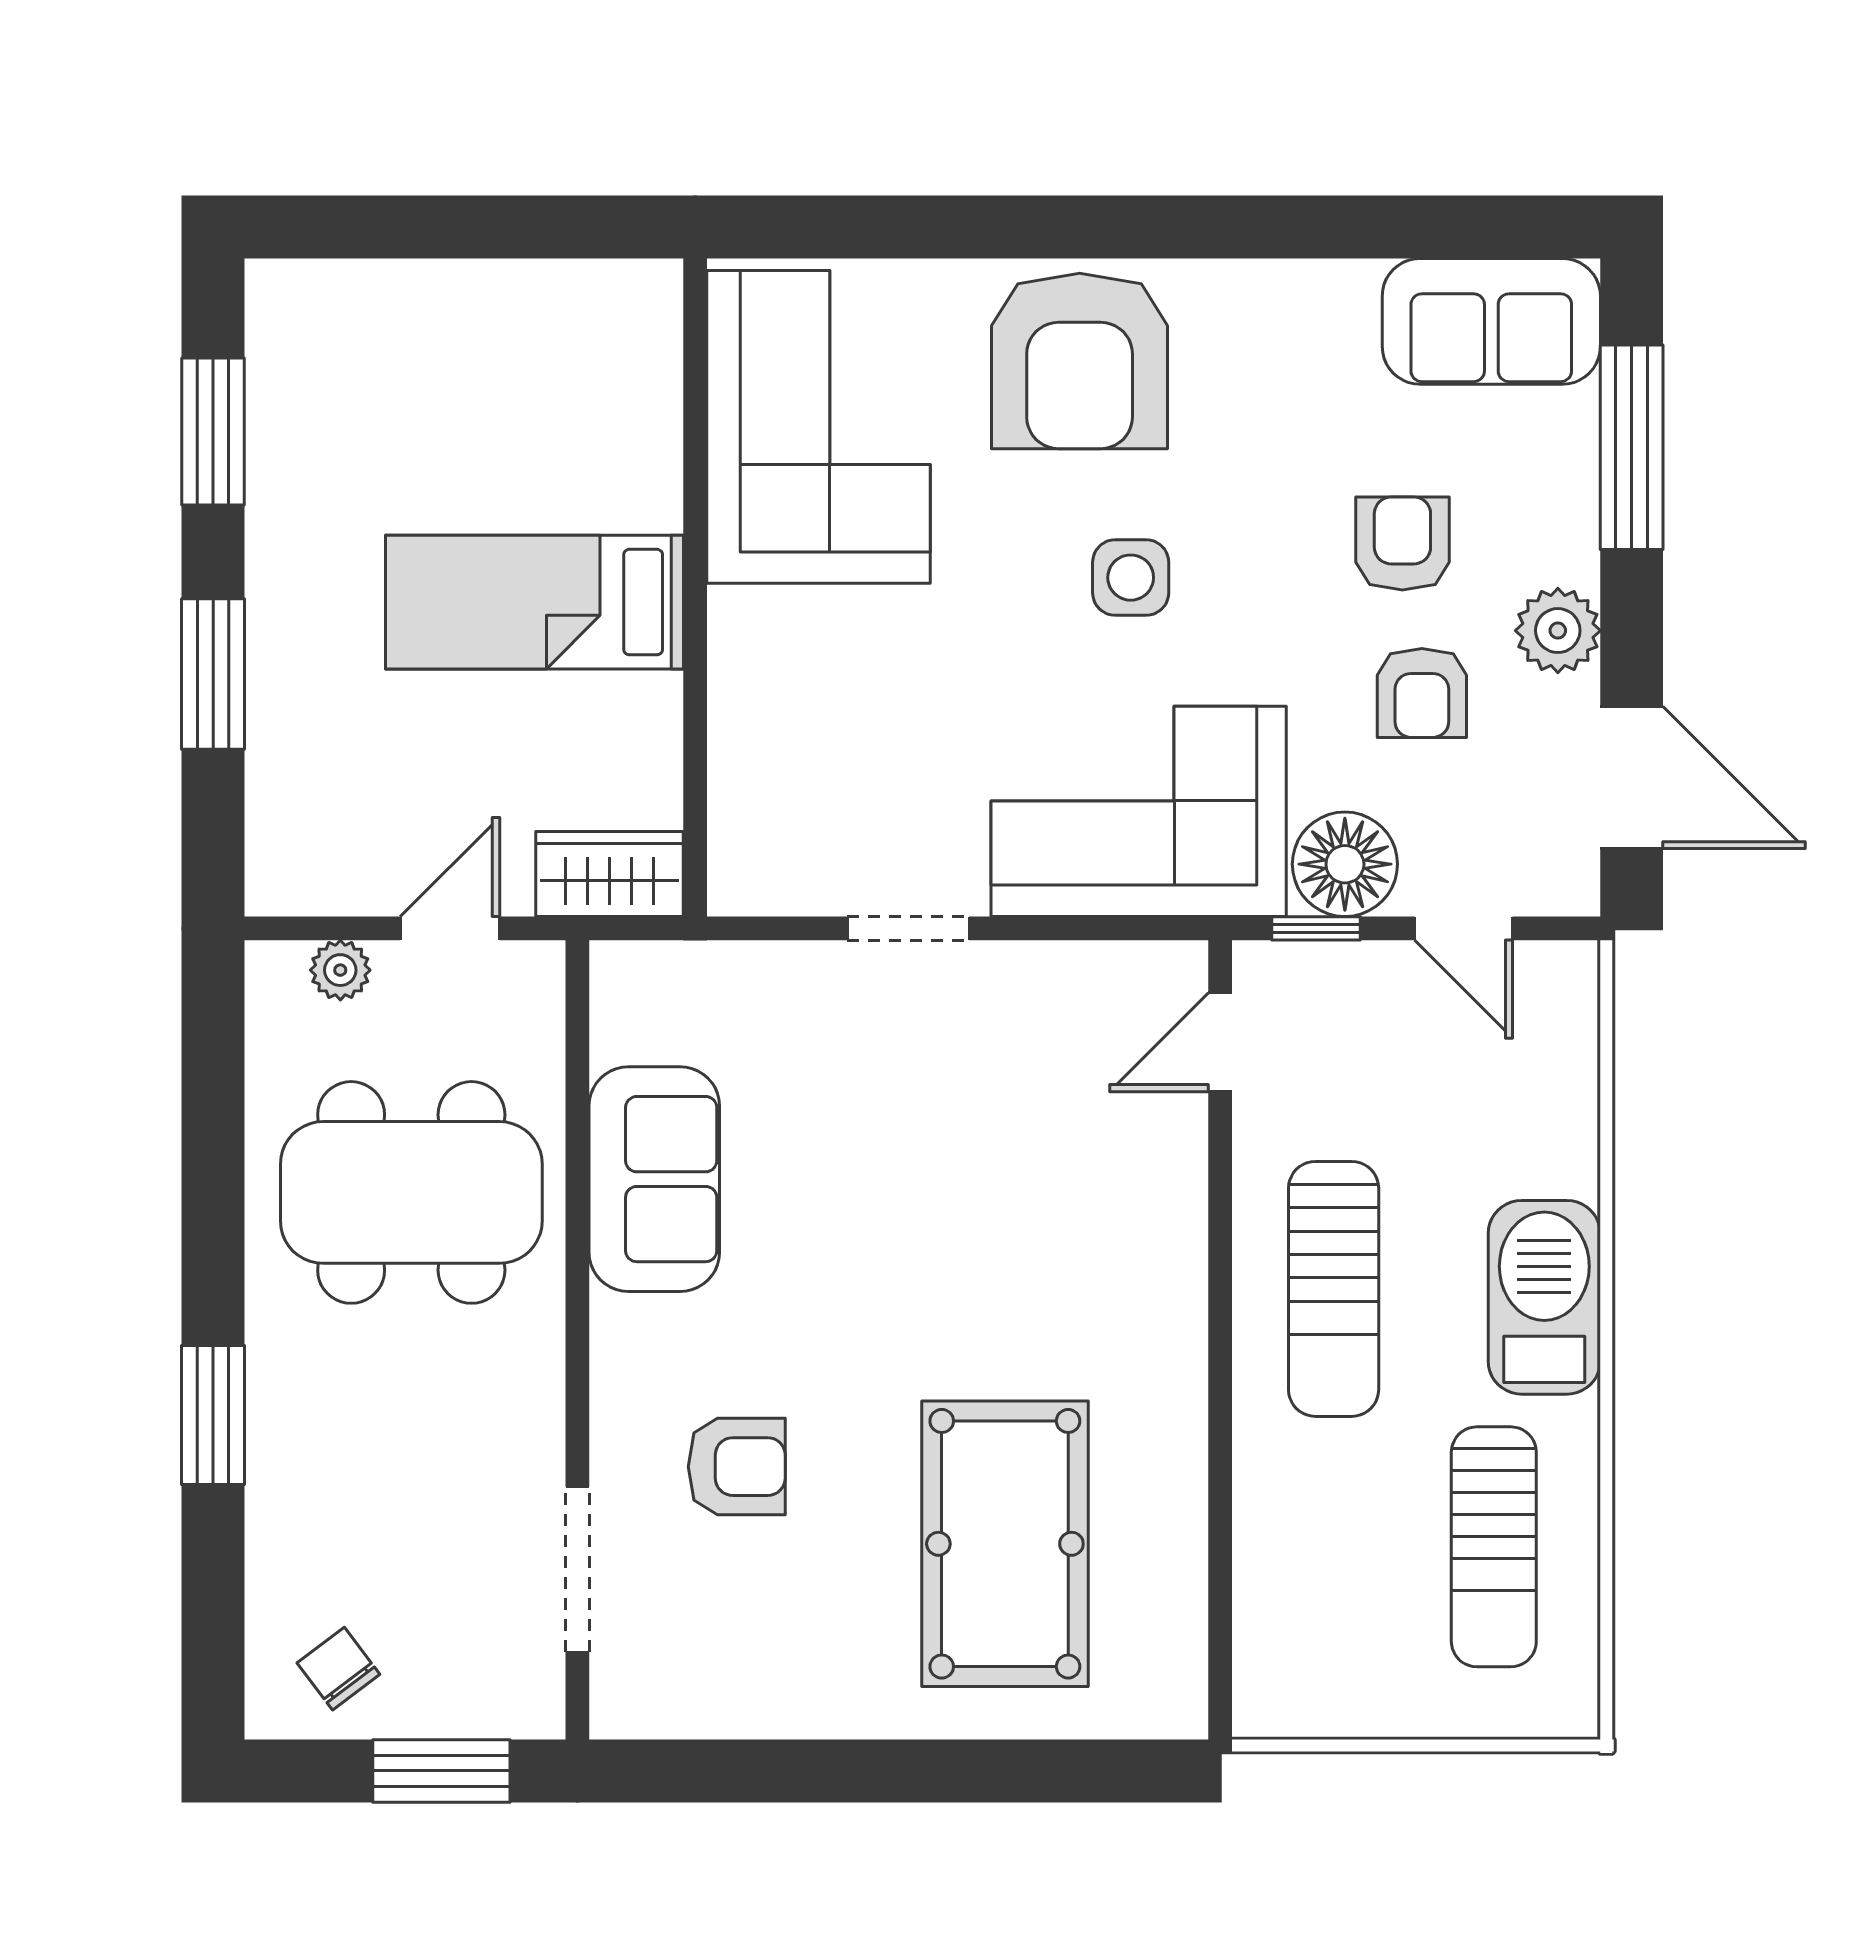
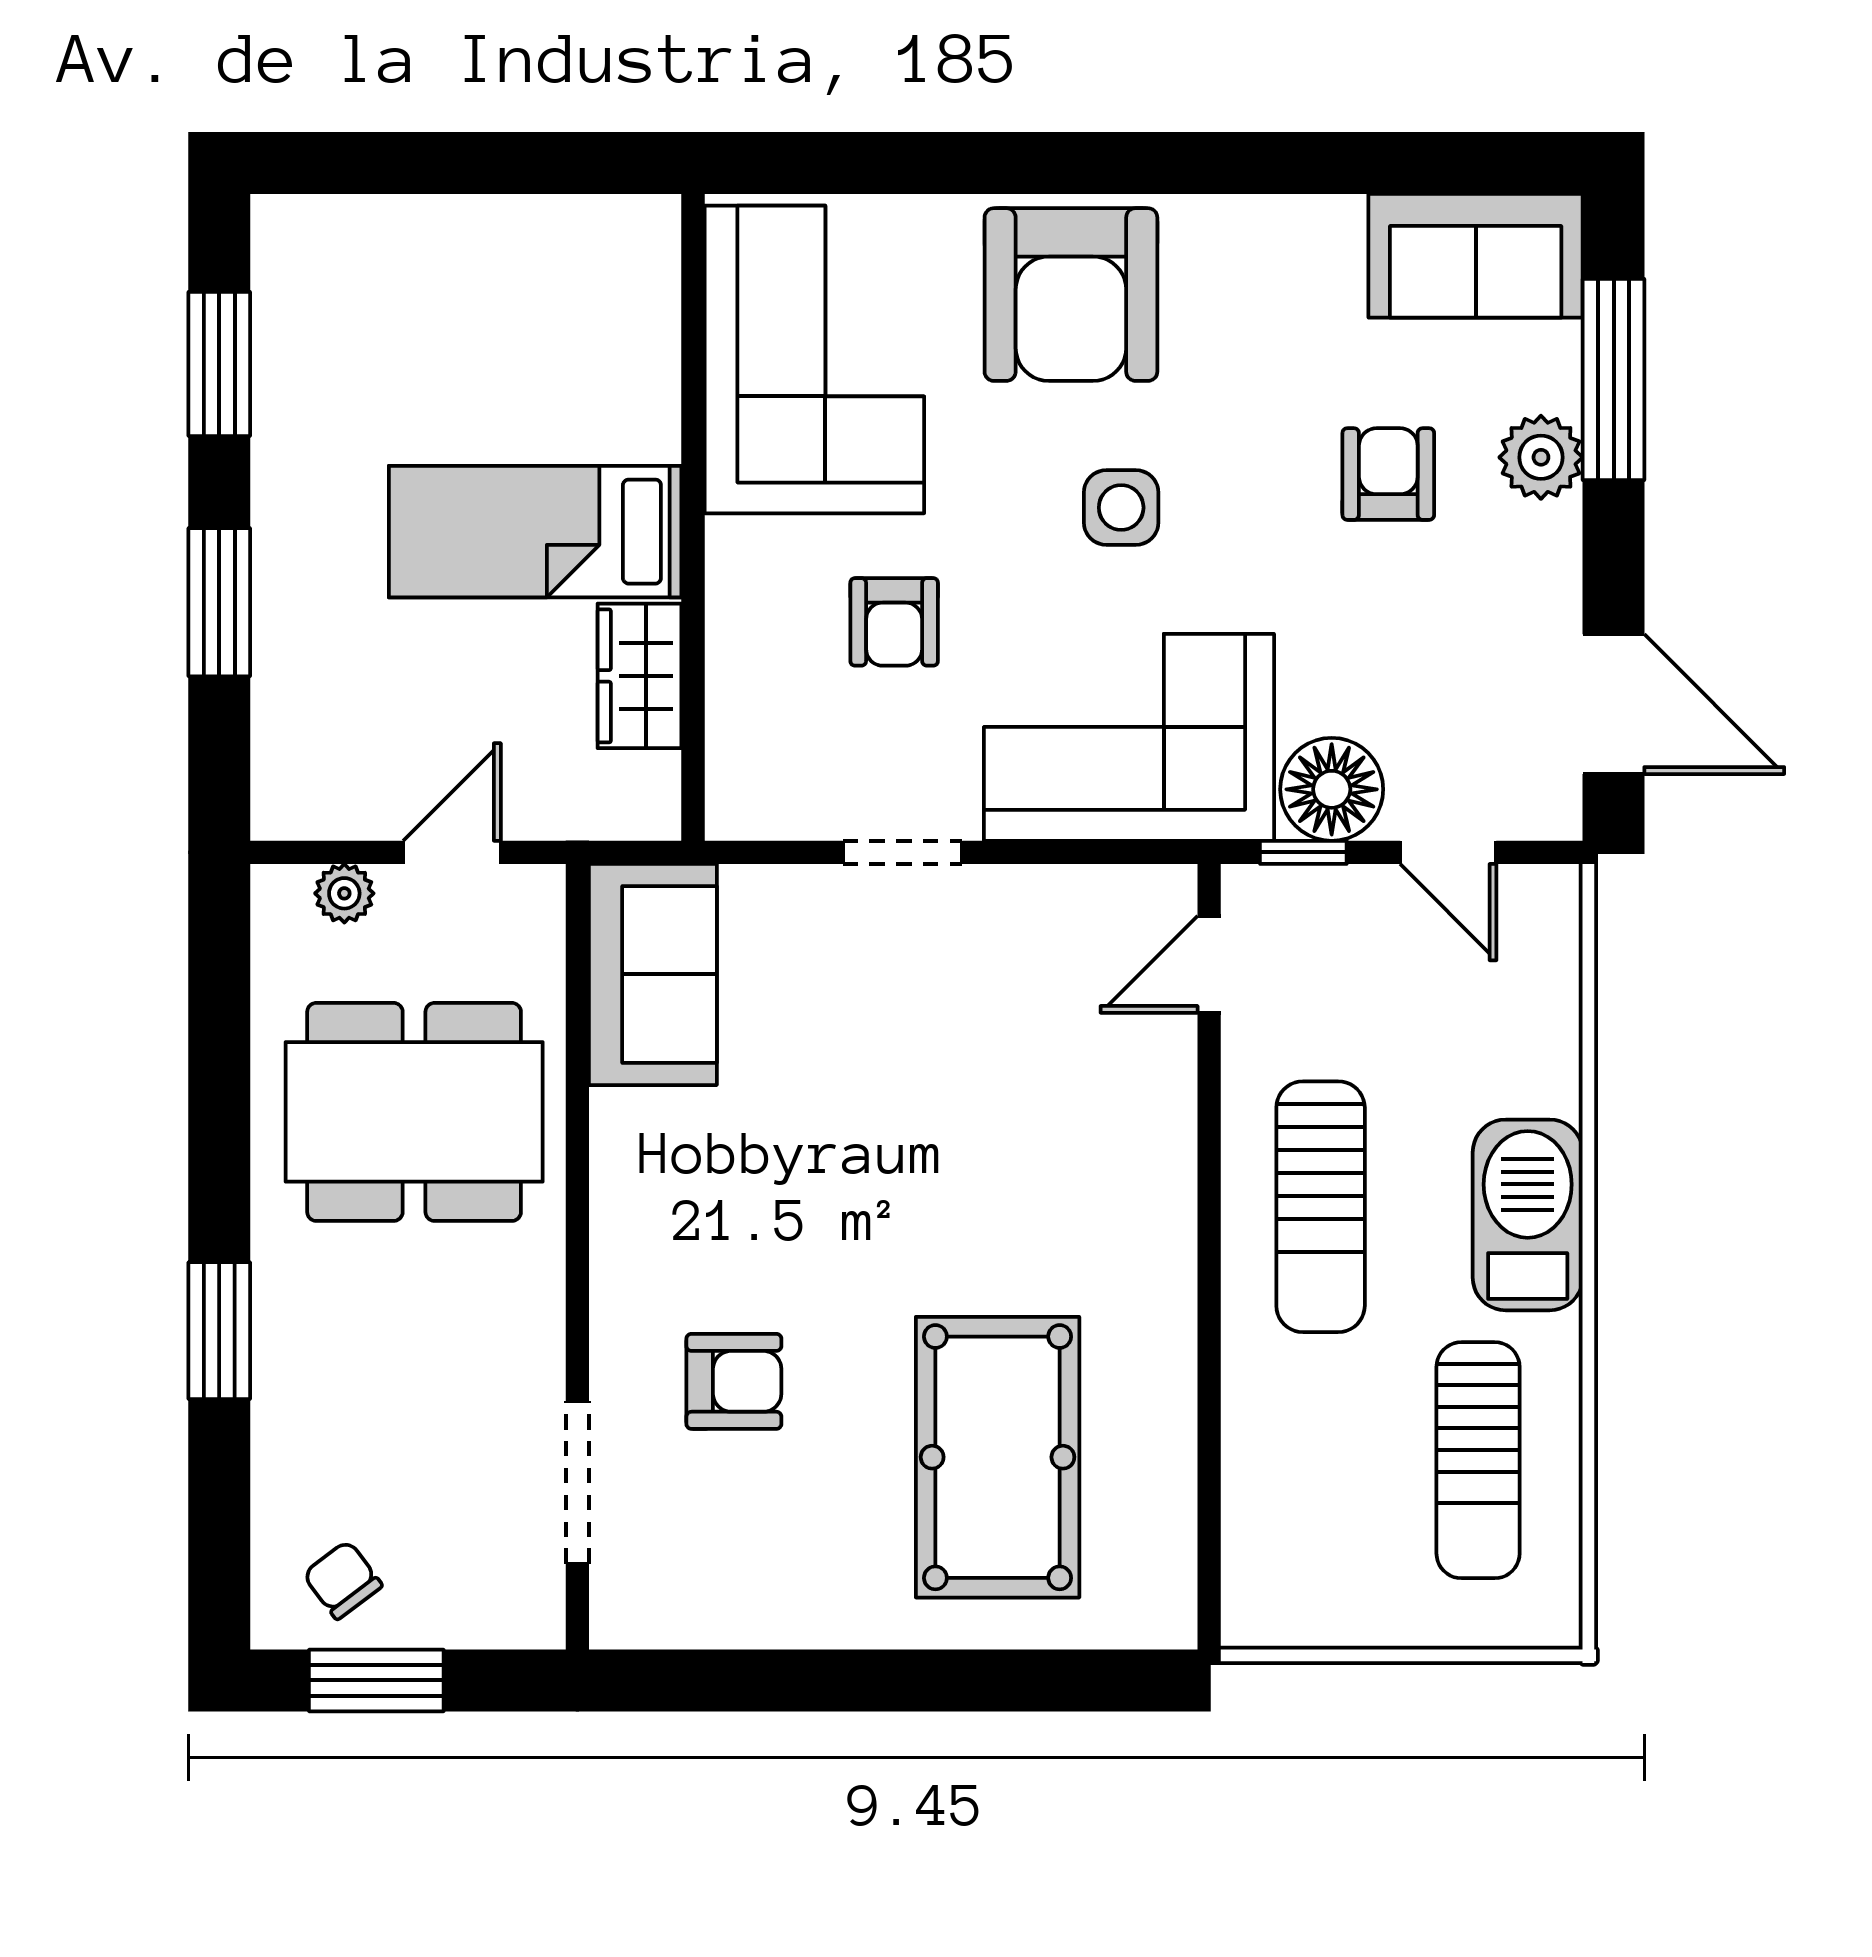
plant: (1558, 631) -> (1541, 457), moved
armchair: (1422, 693) -> (894, 622), moved
wardrobe: (609, 874) -> (639, 676), moved, turned -90
sofa: (654, 1179) -> (653, 974), moved
window: (441, 1771) -> (376, 1680), moved

